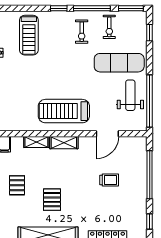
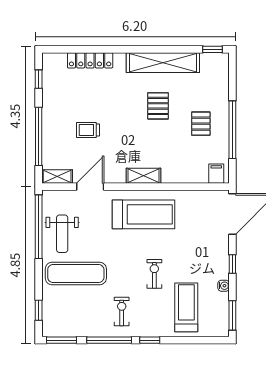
exercise bike: (109, 27) -> (154, 274), moved
shelving: (36, 142) -> (57, 177), moved

